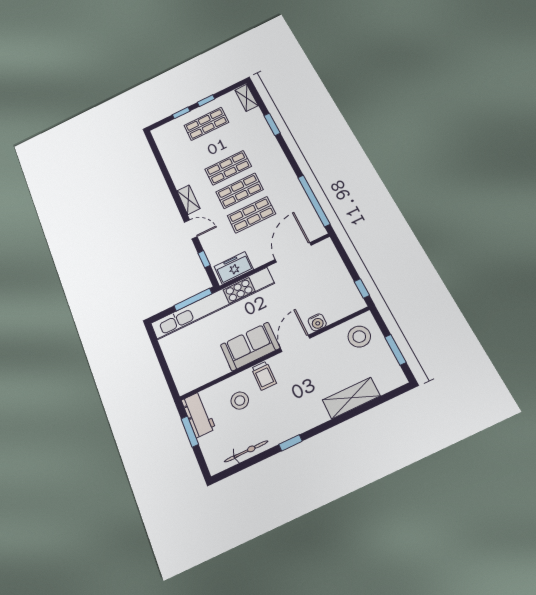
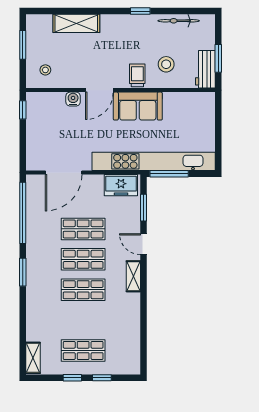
window: (272, 124) -> (23, 272), moved
window: (204, 259) -> (144, 208), width x1.50
stool: (359, 337) -> (45, 70), width x0.53, depth x0.53

